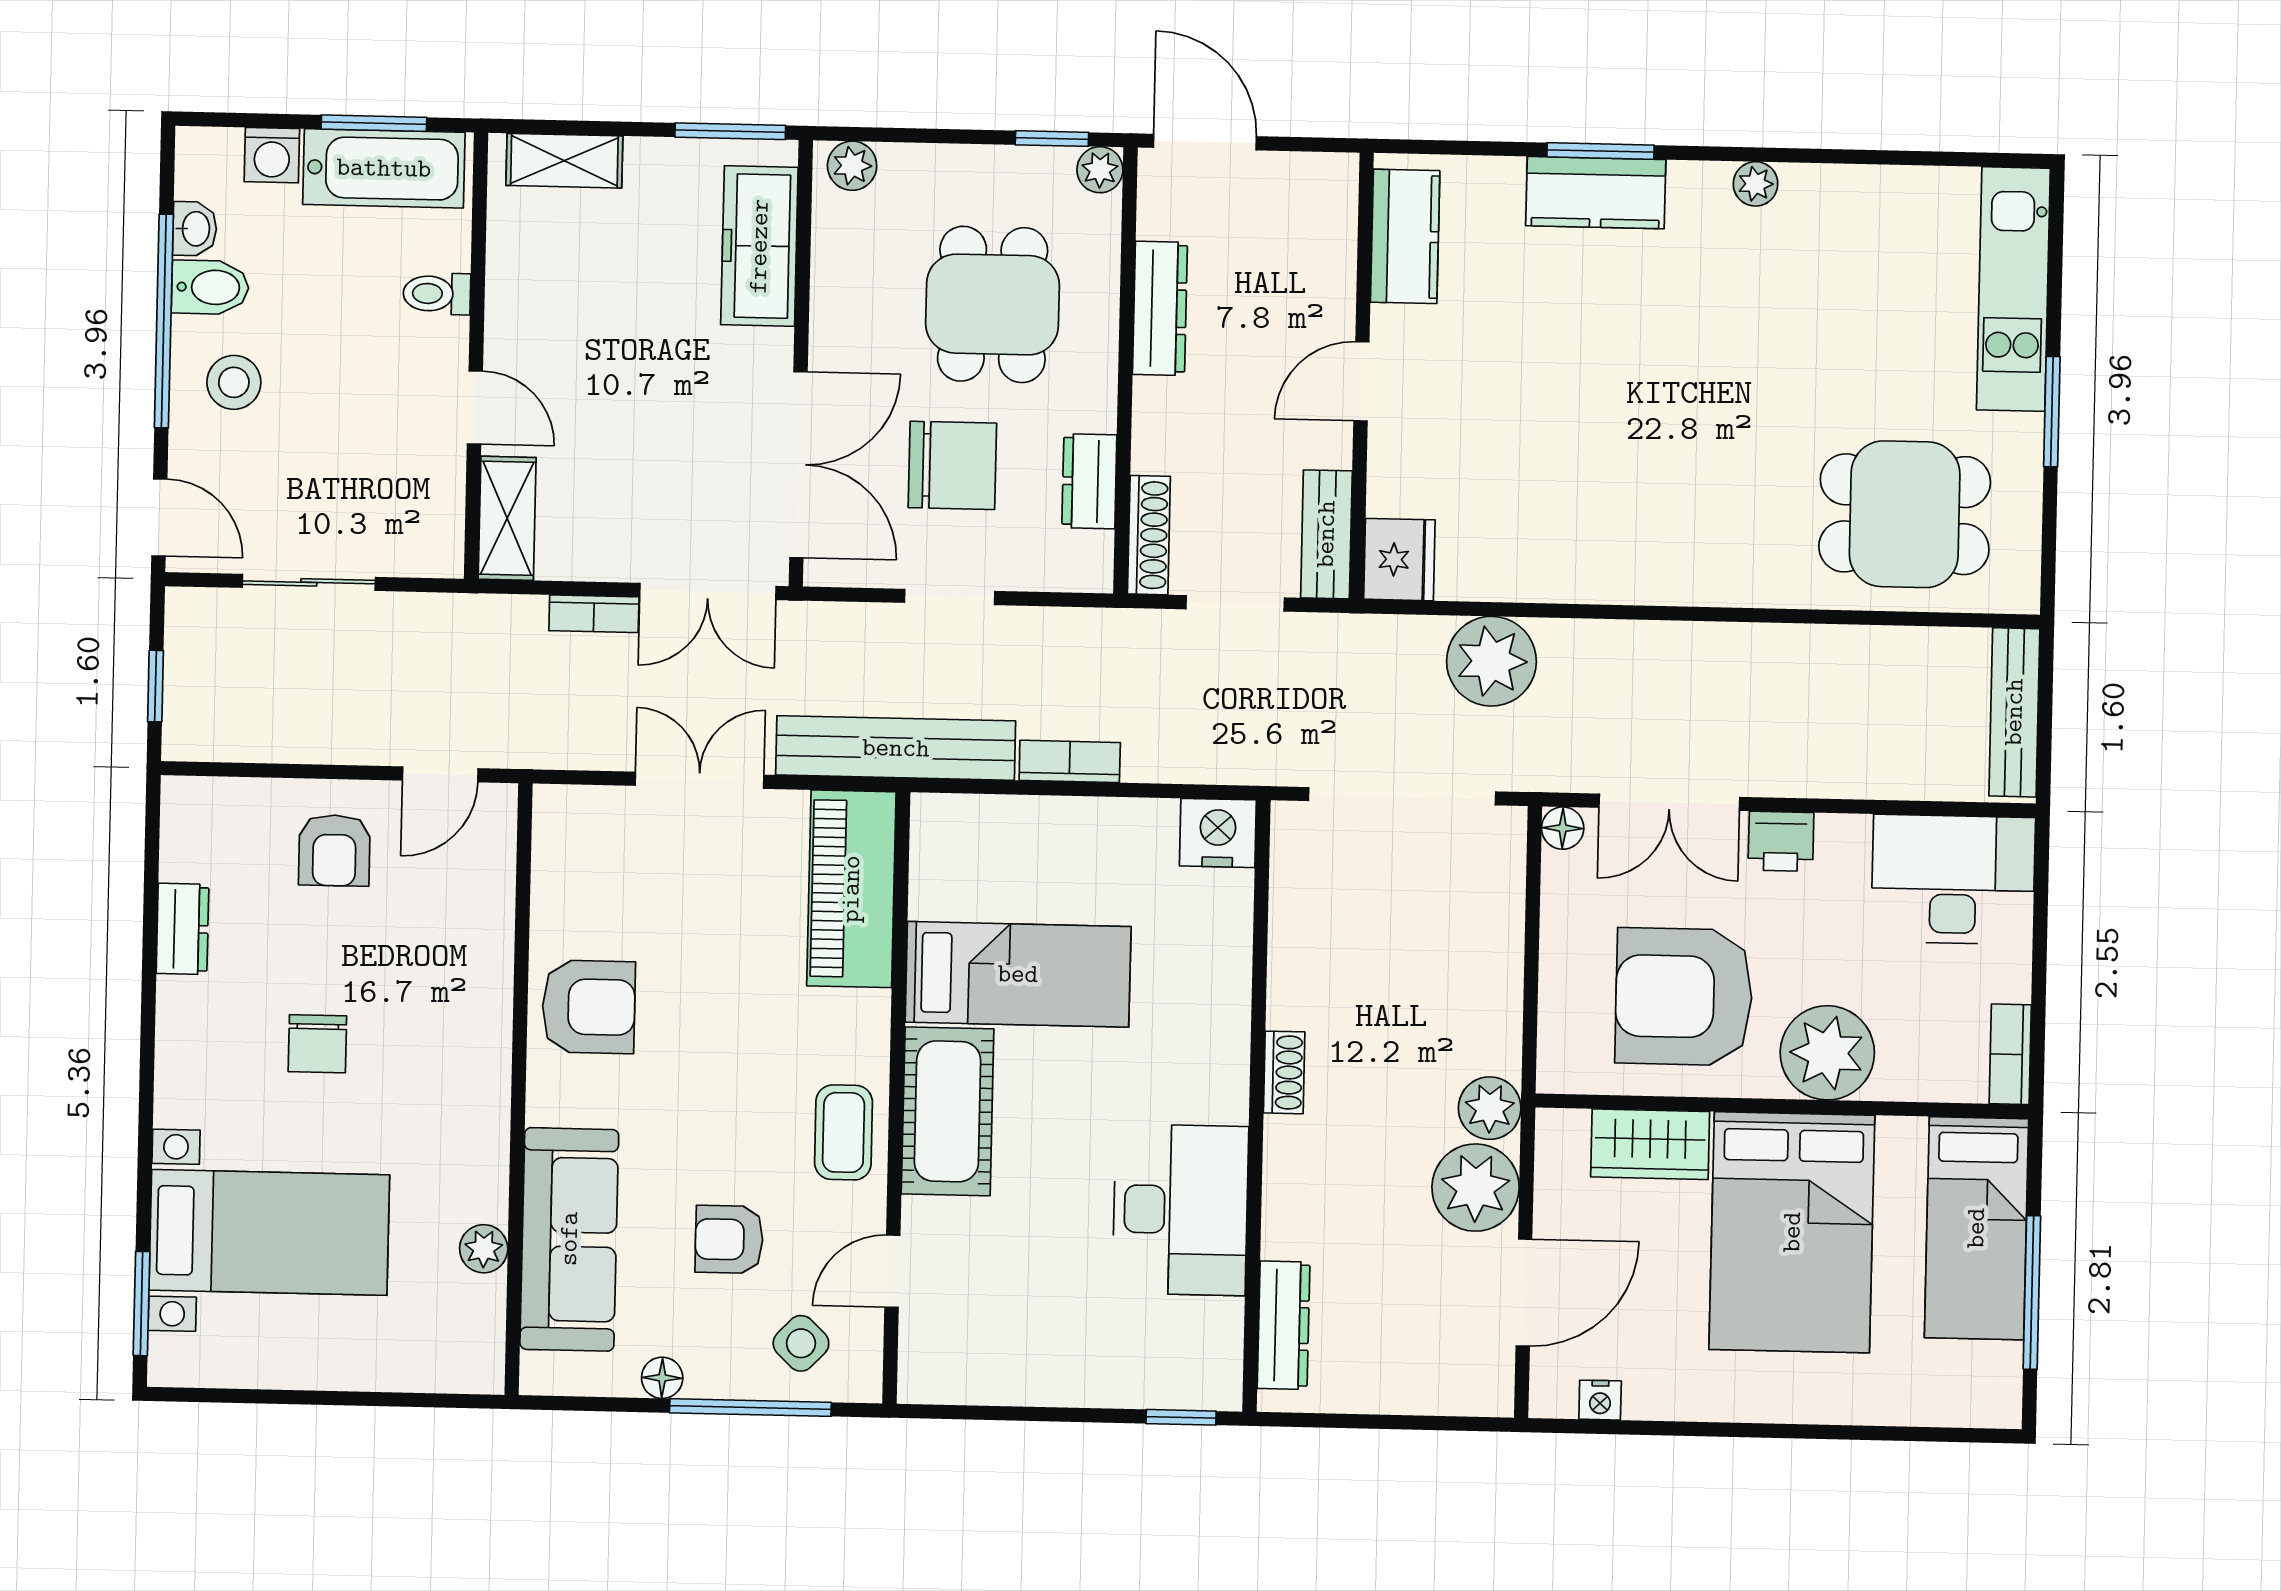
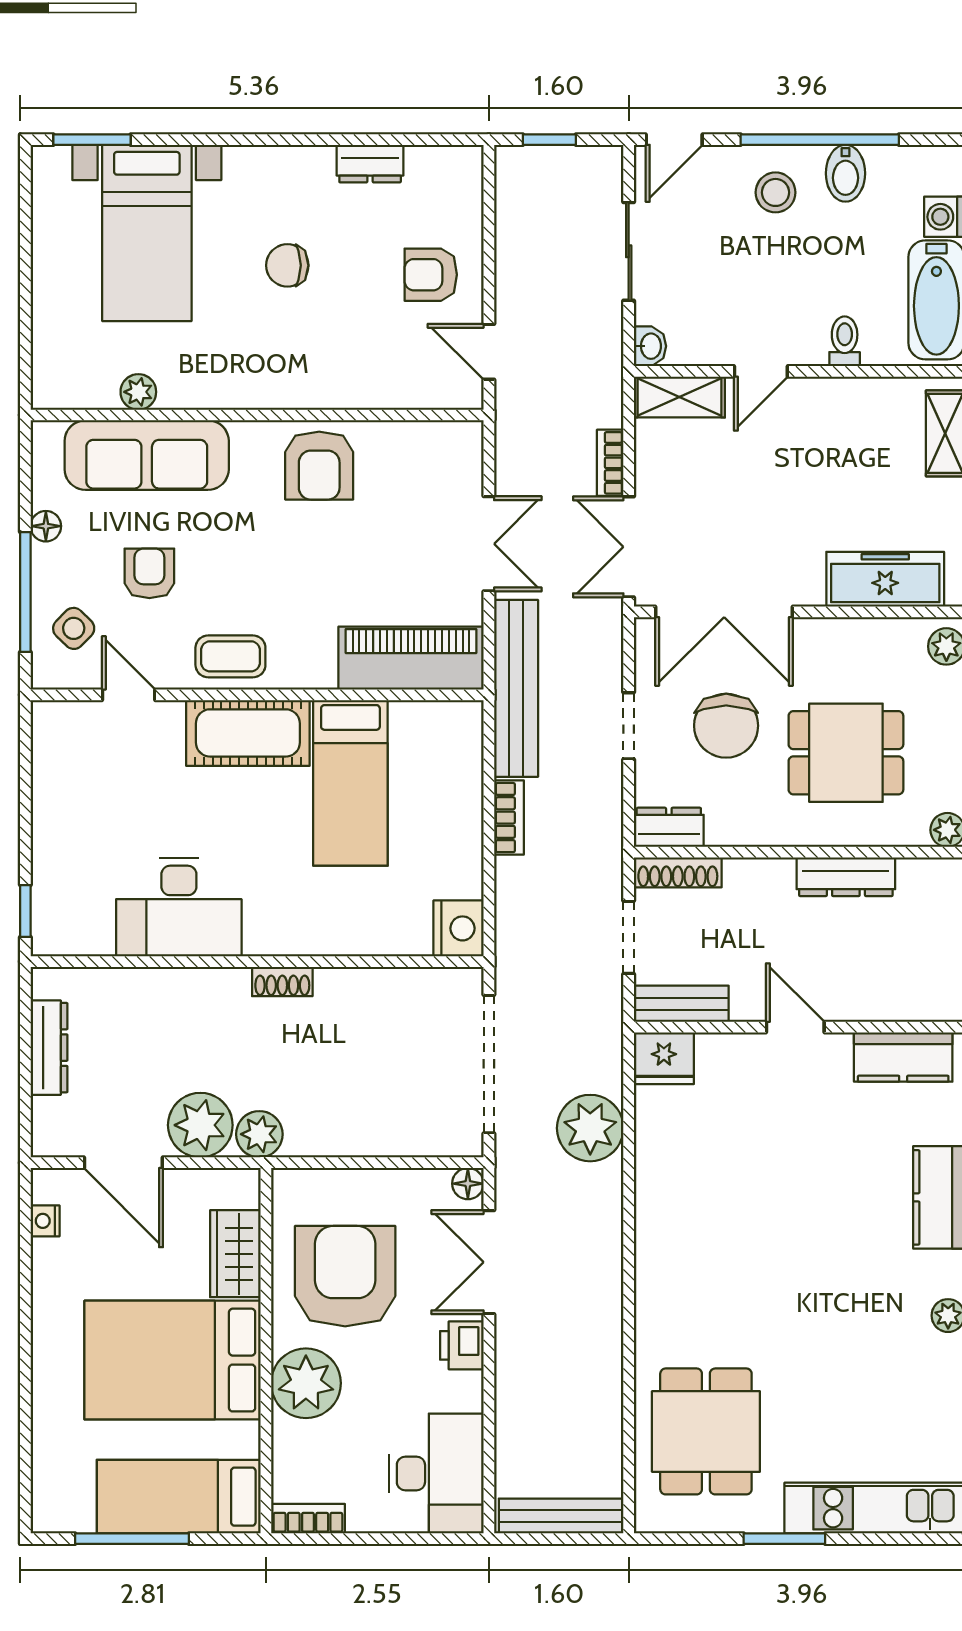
washbasin: (195, 229) -> (650, 346), moved, turned -90
dresser: (1089, 481) -> (669, 827), moved
dresser: (1283, 1325) -> (49, 1048), moved, turned -90

